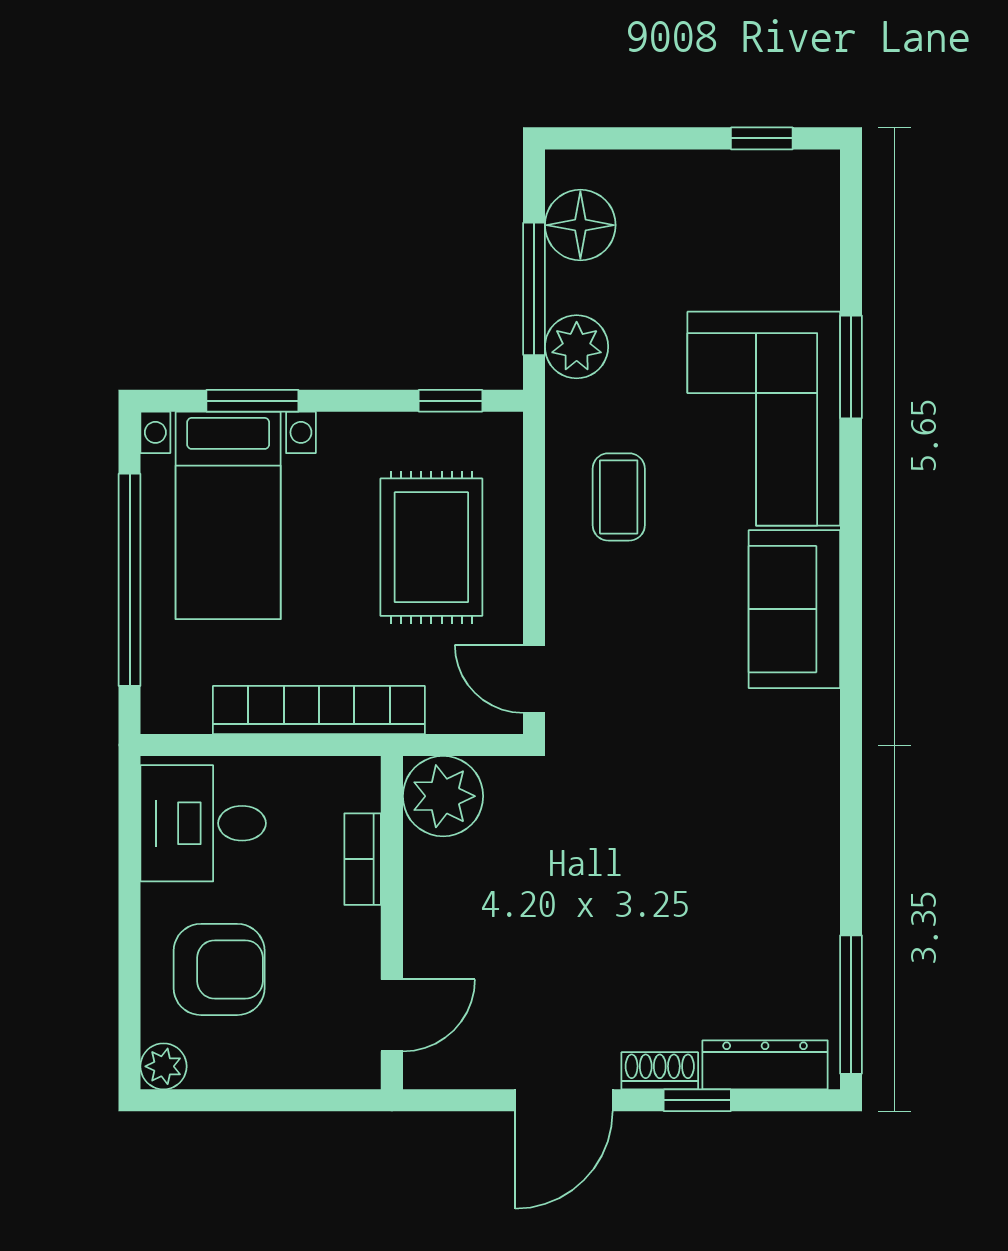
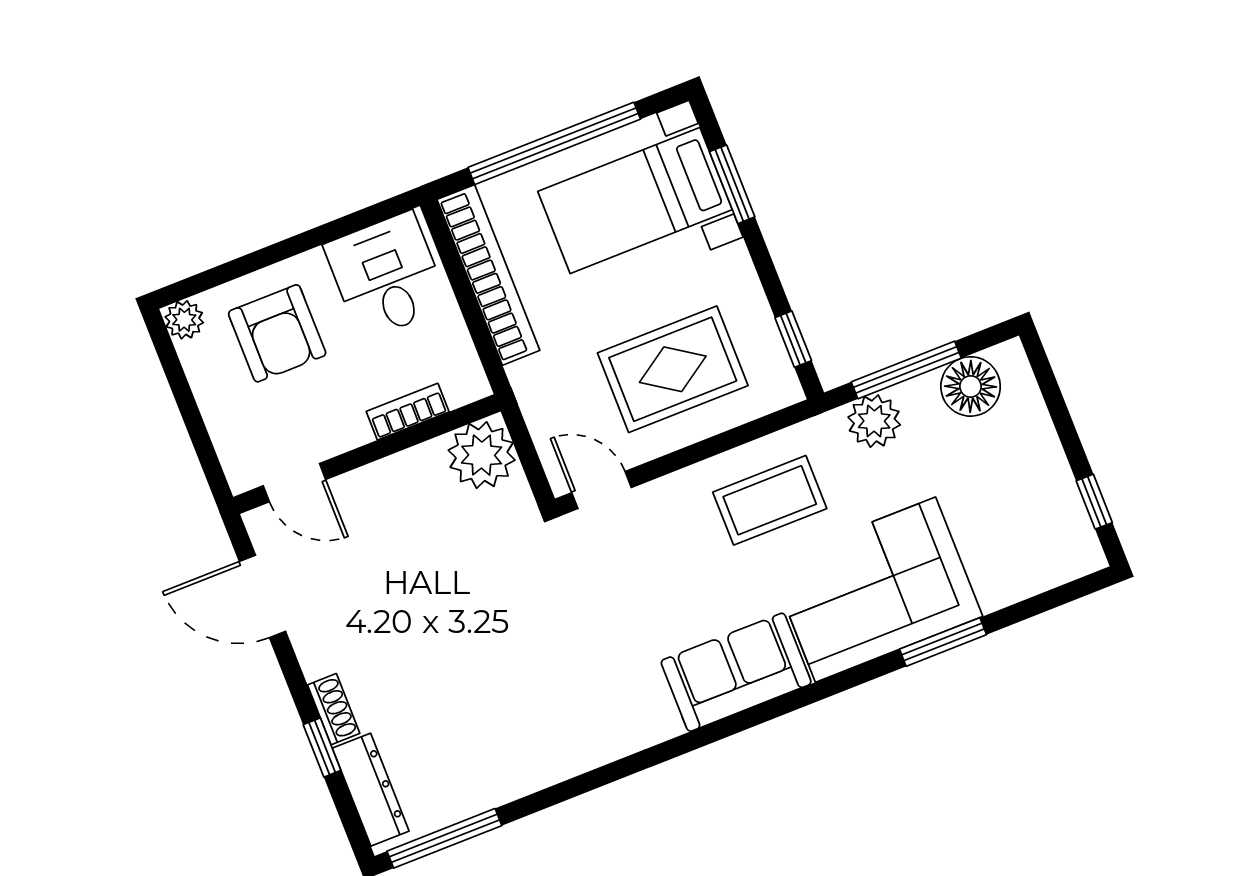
coffee table: (619, 497) -> (770, 500), width x1.36, depth x1.30
door: (534, 679) -> (601, 490), hinge flipped
bookcase: (319, 710) -> (488, 275), moved
door: (564, 1100) -> (263, 596), moved

